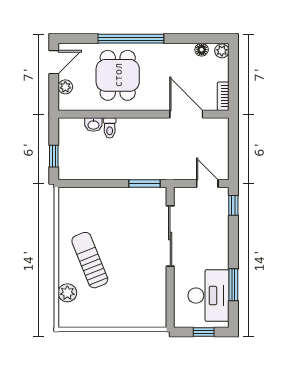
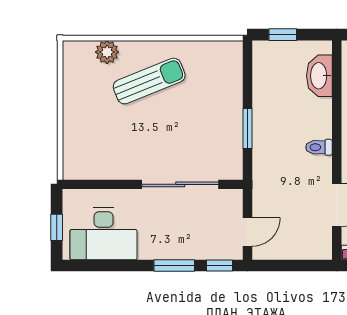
washbasin: (93, 125) -> (319, 76), width x1.91, depth x1.45
toilet: (110, 128) -> (319, 147), moved
window: (144, 184) -> (248, 129), moved
window: (233, 285) -> (174, 266), moved

